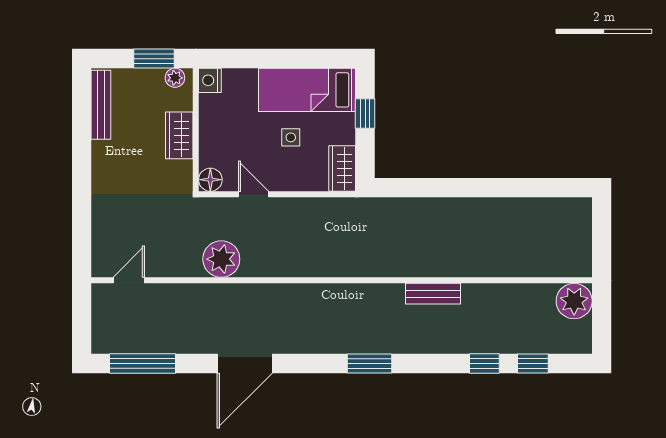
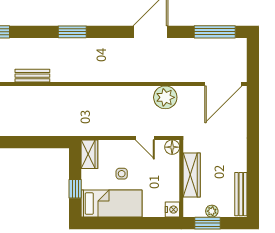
plant: (175, 78) -> (212, 211), moved
wardrobe: (179, 135) -> (192, 175), width x1.50
door: (129, 280) -> (223, 84), width x1.88

